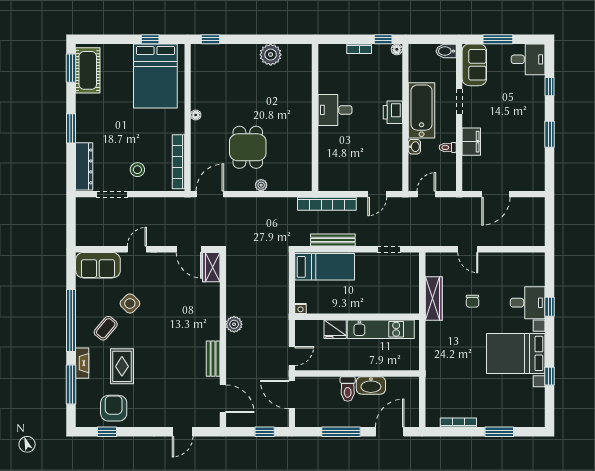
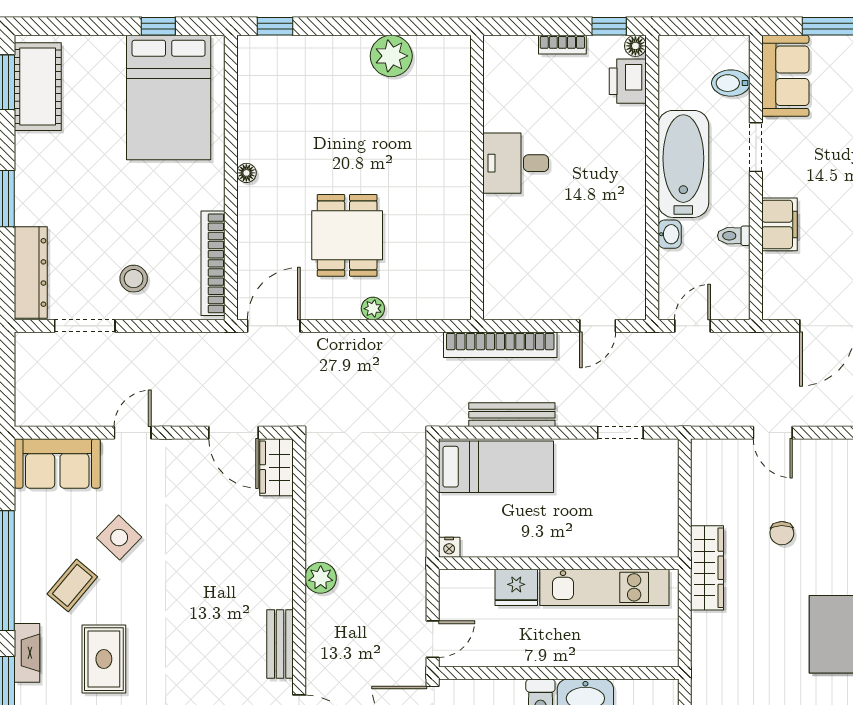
bidet: (446, 51) -> (731, 83), moved
printer: (393, 112) -> (628, 81), moved
wardrobe: (434, 299) -> (707, 568), moved

